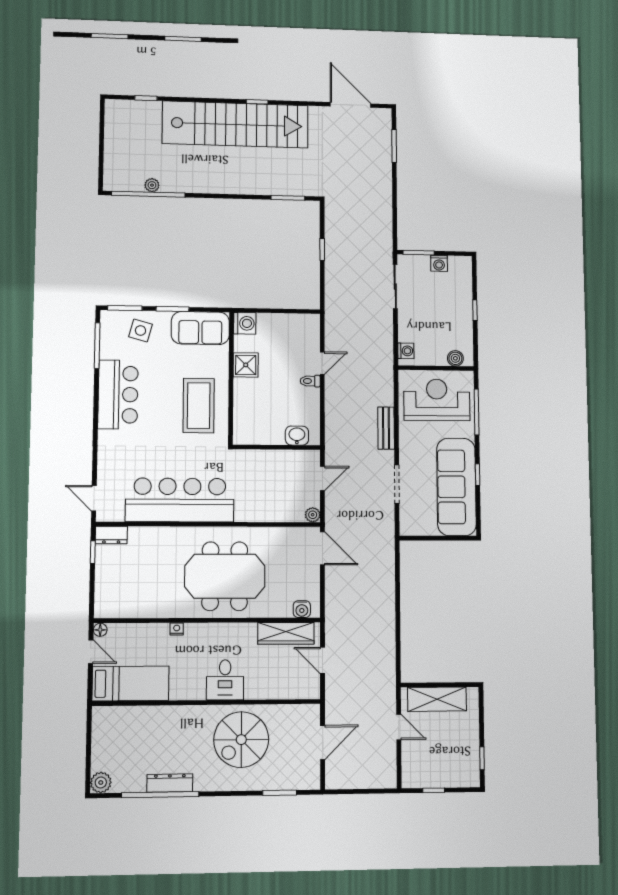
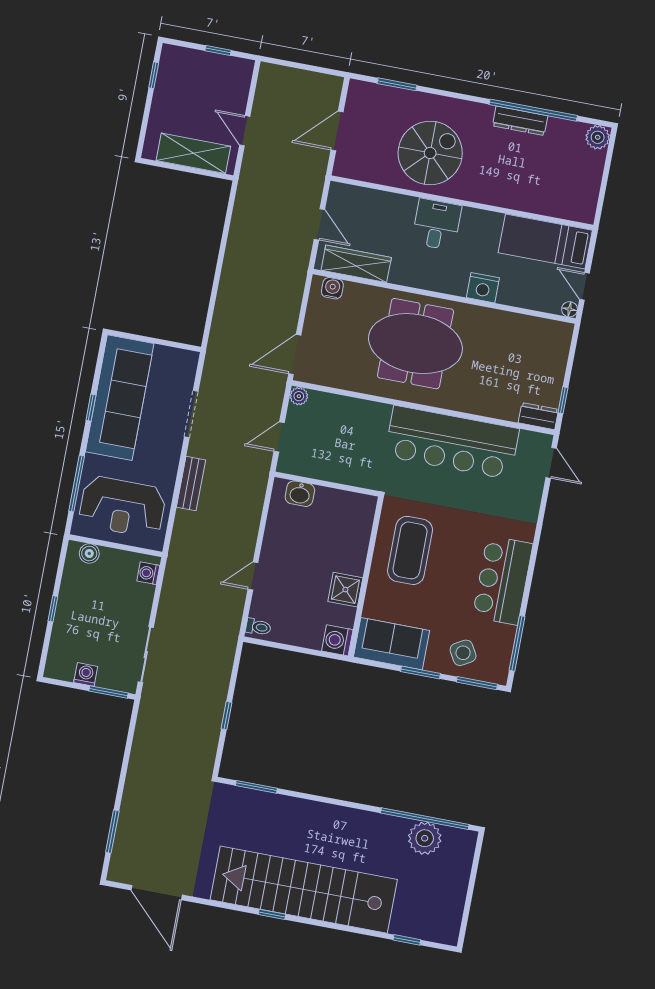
plant: (152, 185) -> (425, 838), width x1.88, depth x1.88
side table: (140, 331) -> (463, 653), turned 45
toilet: (310, 381) -> (258, 627), moved
door: (322, 548) -> (295, 355), hinge flipped
nightstand: (177, 629) -> (483, 288), width x1.89, depth x1.79

